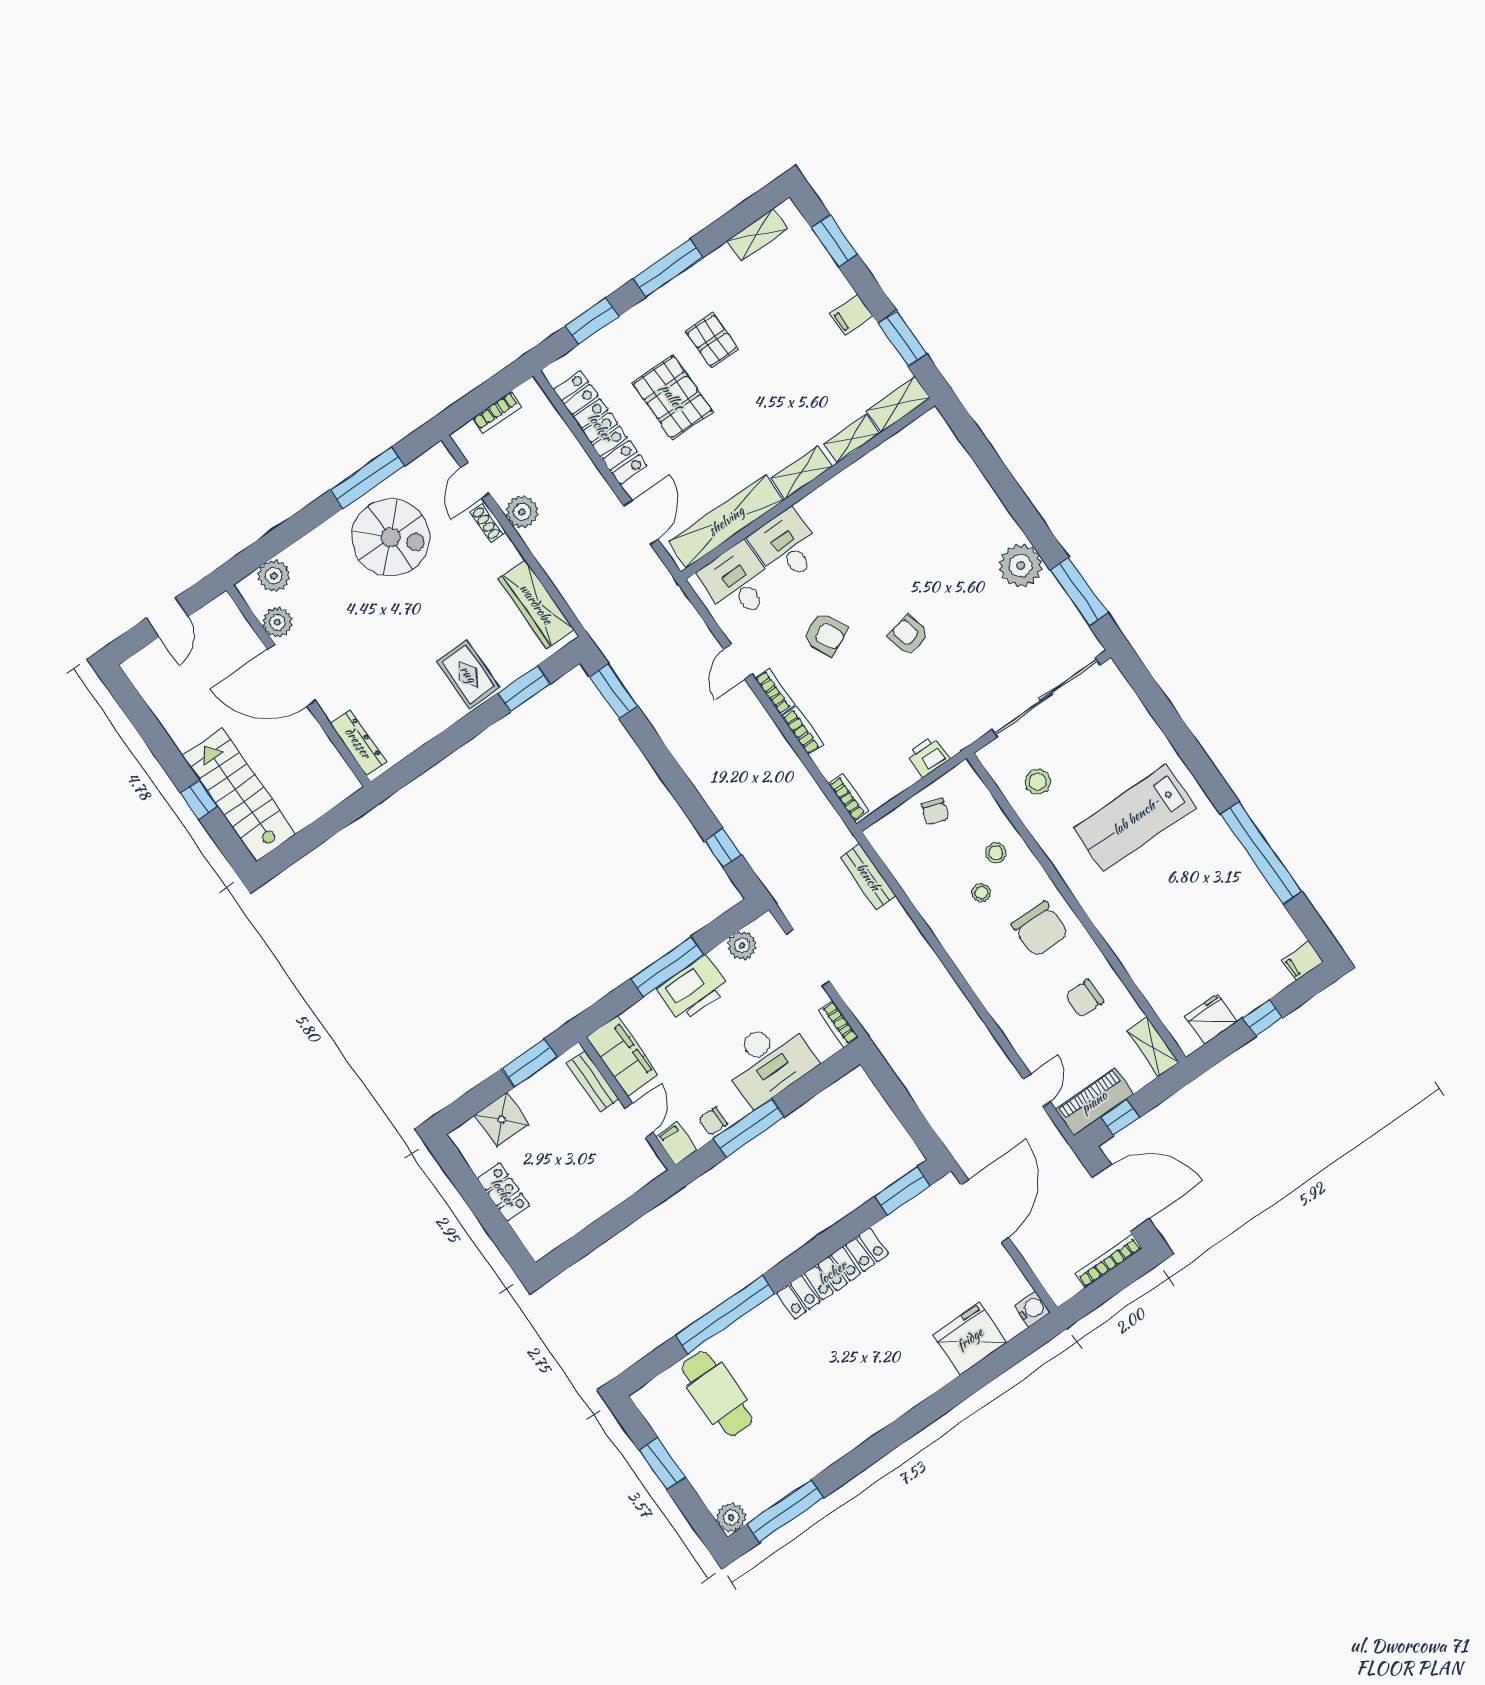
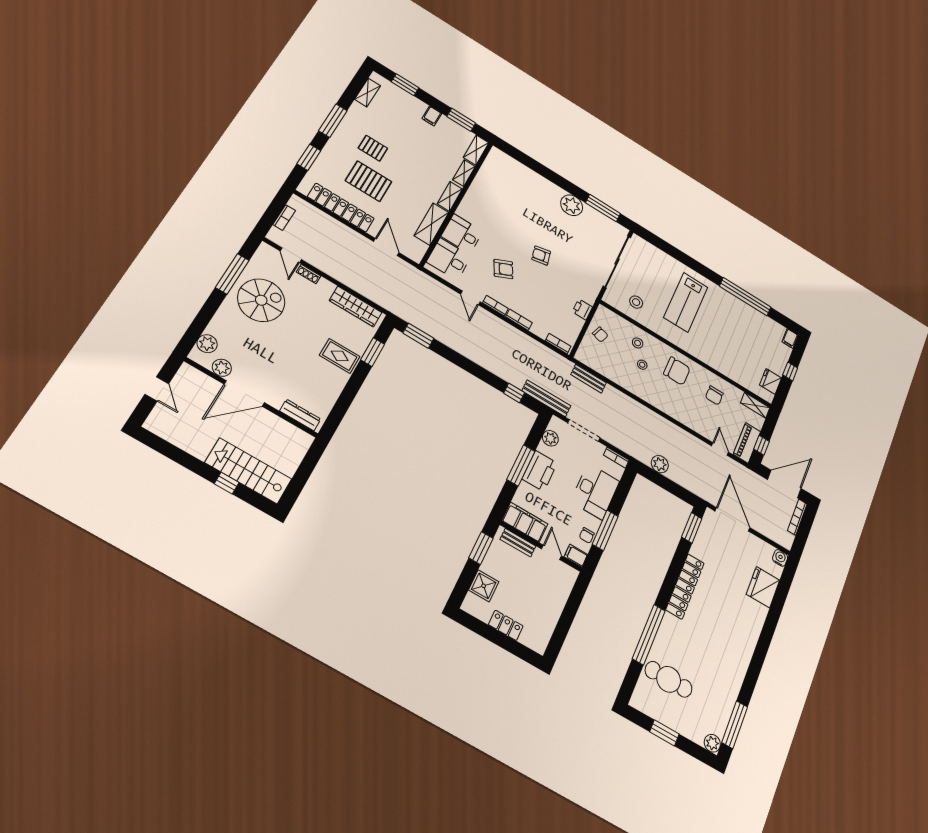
plant: (522, 512) -> (660, 464), moved
shelving: (726, 521) -> (432, 224), width x0.68
bench: (773, 879) -> (546, 398), added

